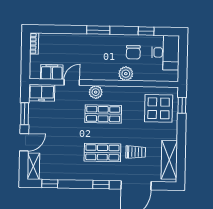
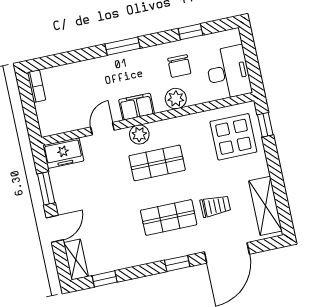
desk: (165, 53) -> (228, 72), moved
filing cabinet: (52, 72) -> (137, 107), moved

